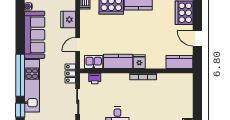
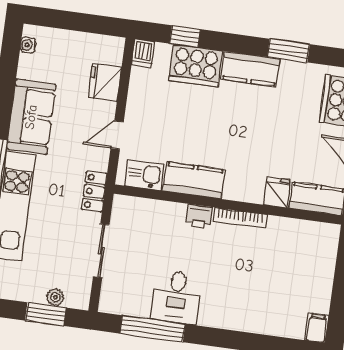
sofa: (35, 35) -> (31, 117), width x0.73
fridge: (139, 62) -> (277, 192), moved
printer: (95, 79) -> (199, 216), moved

